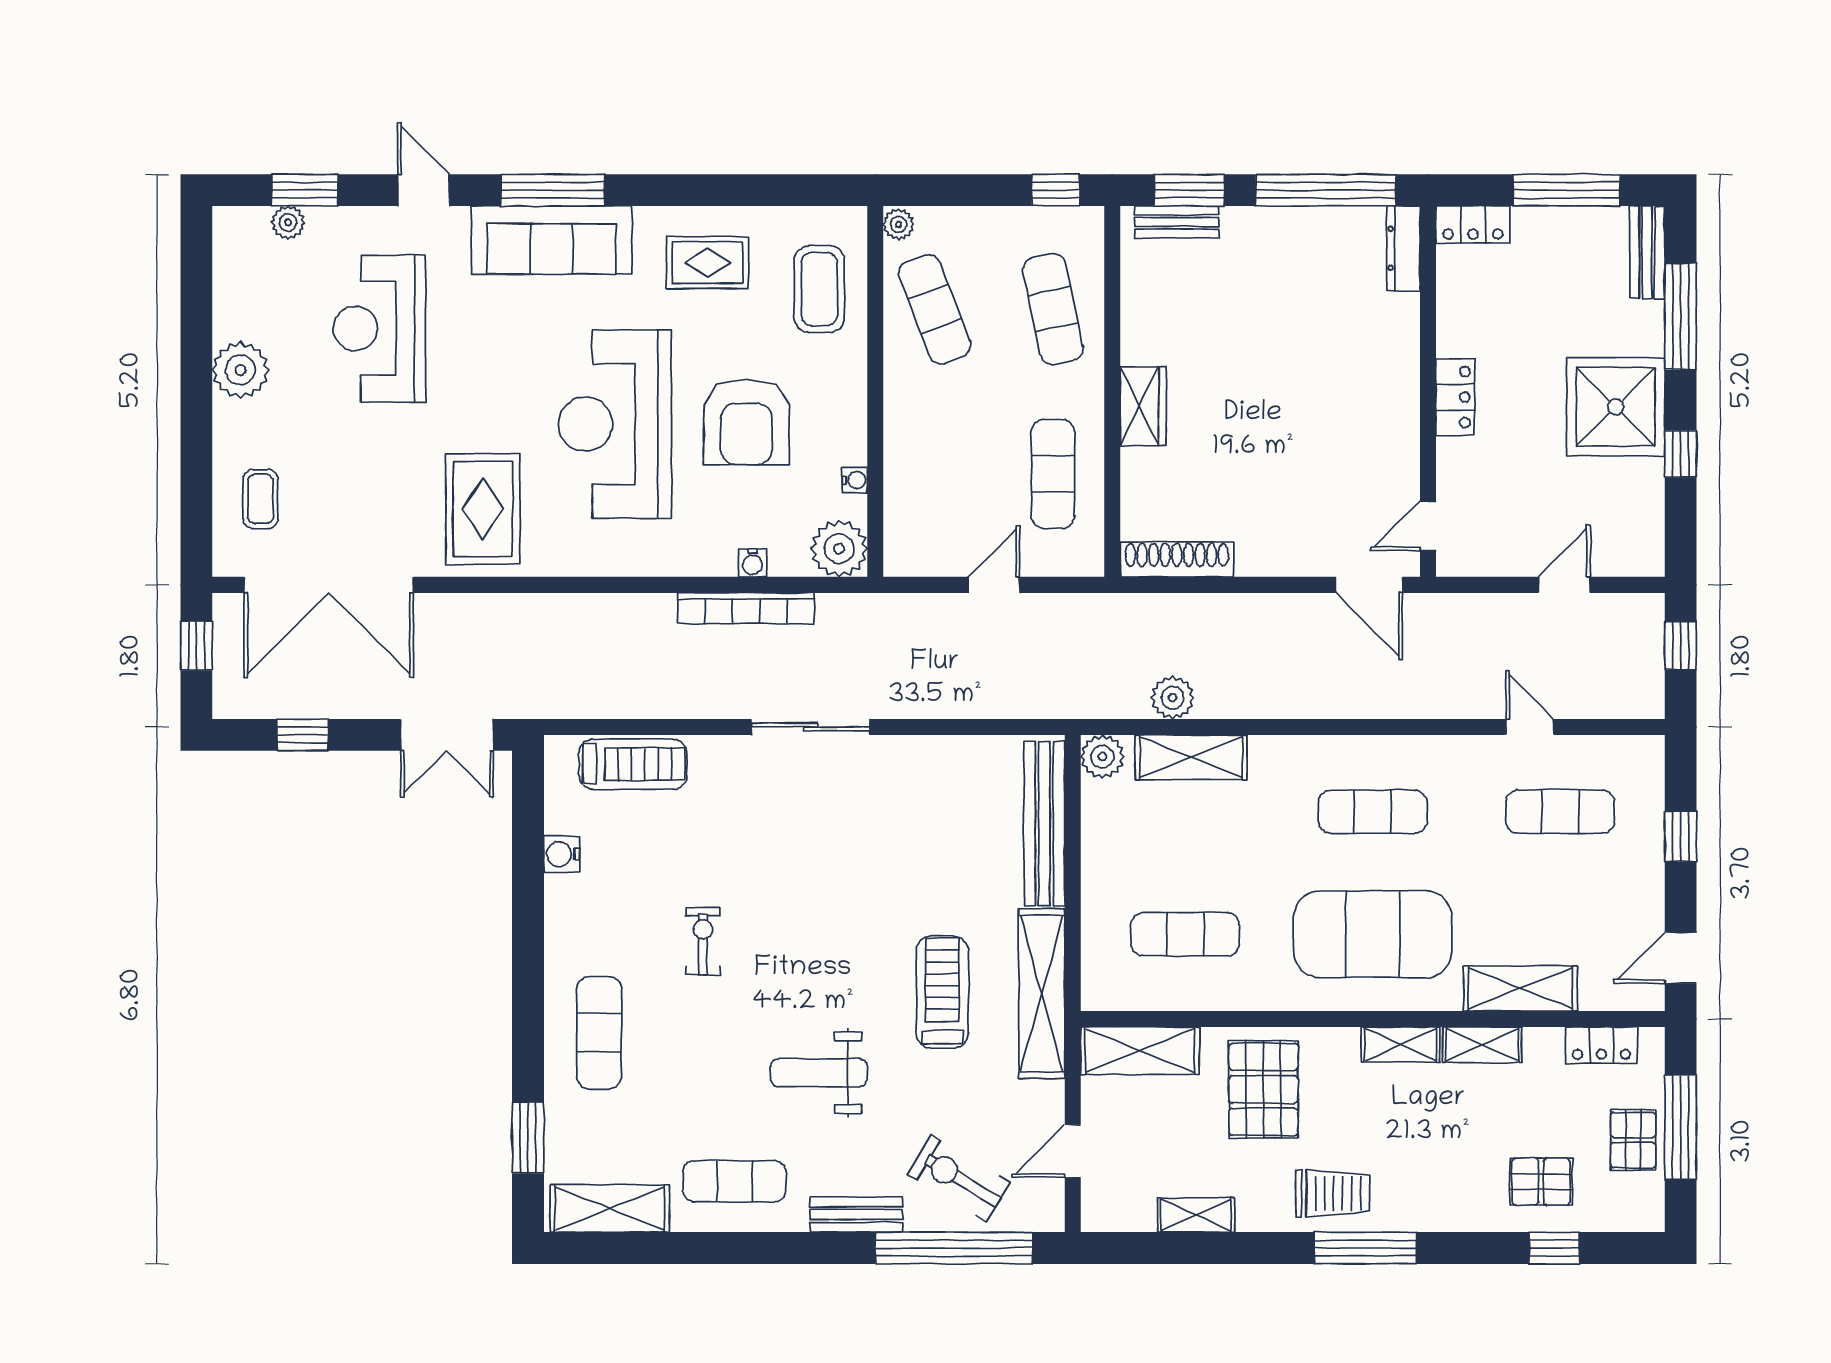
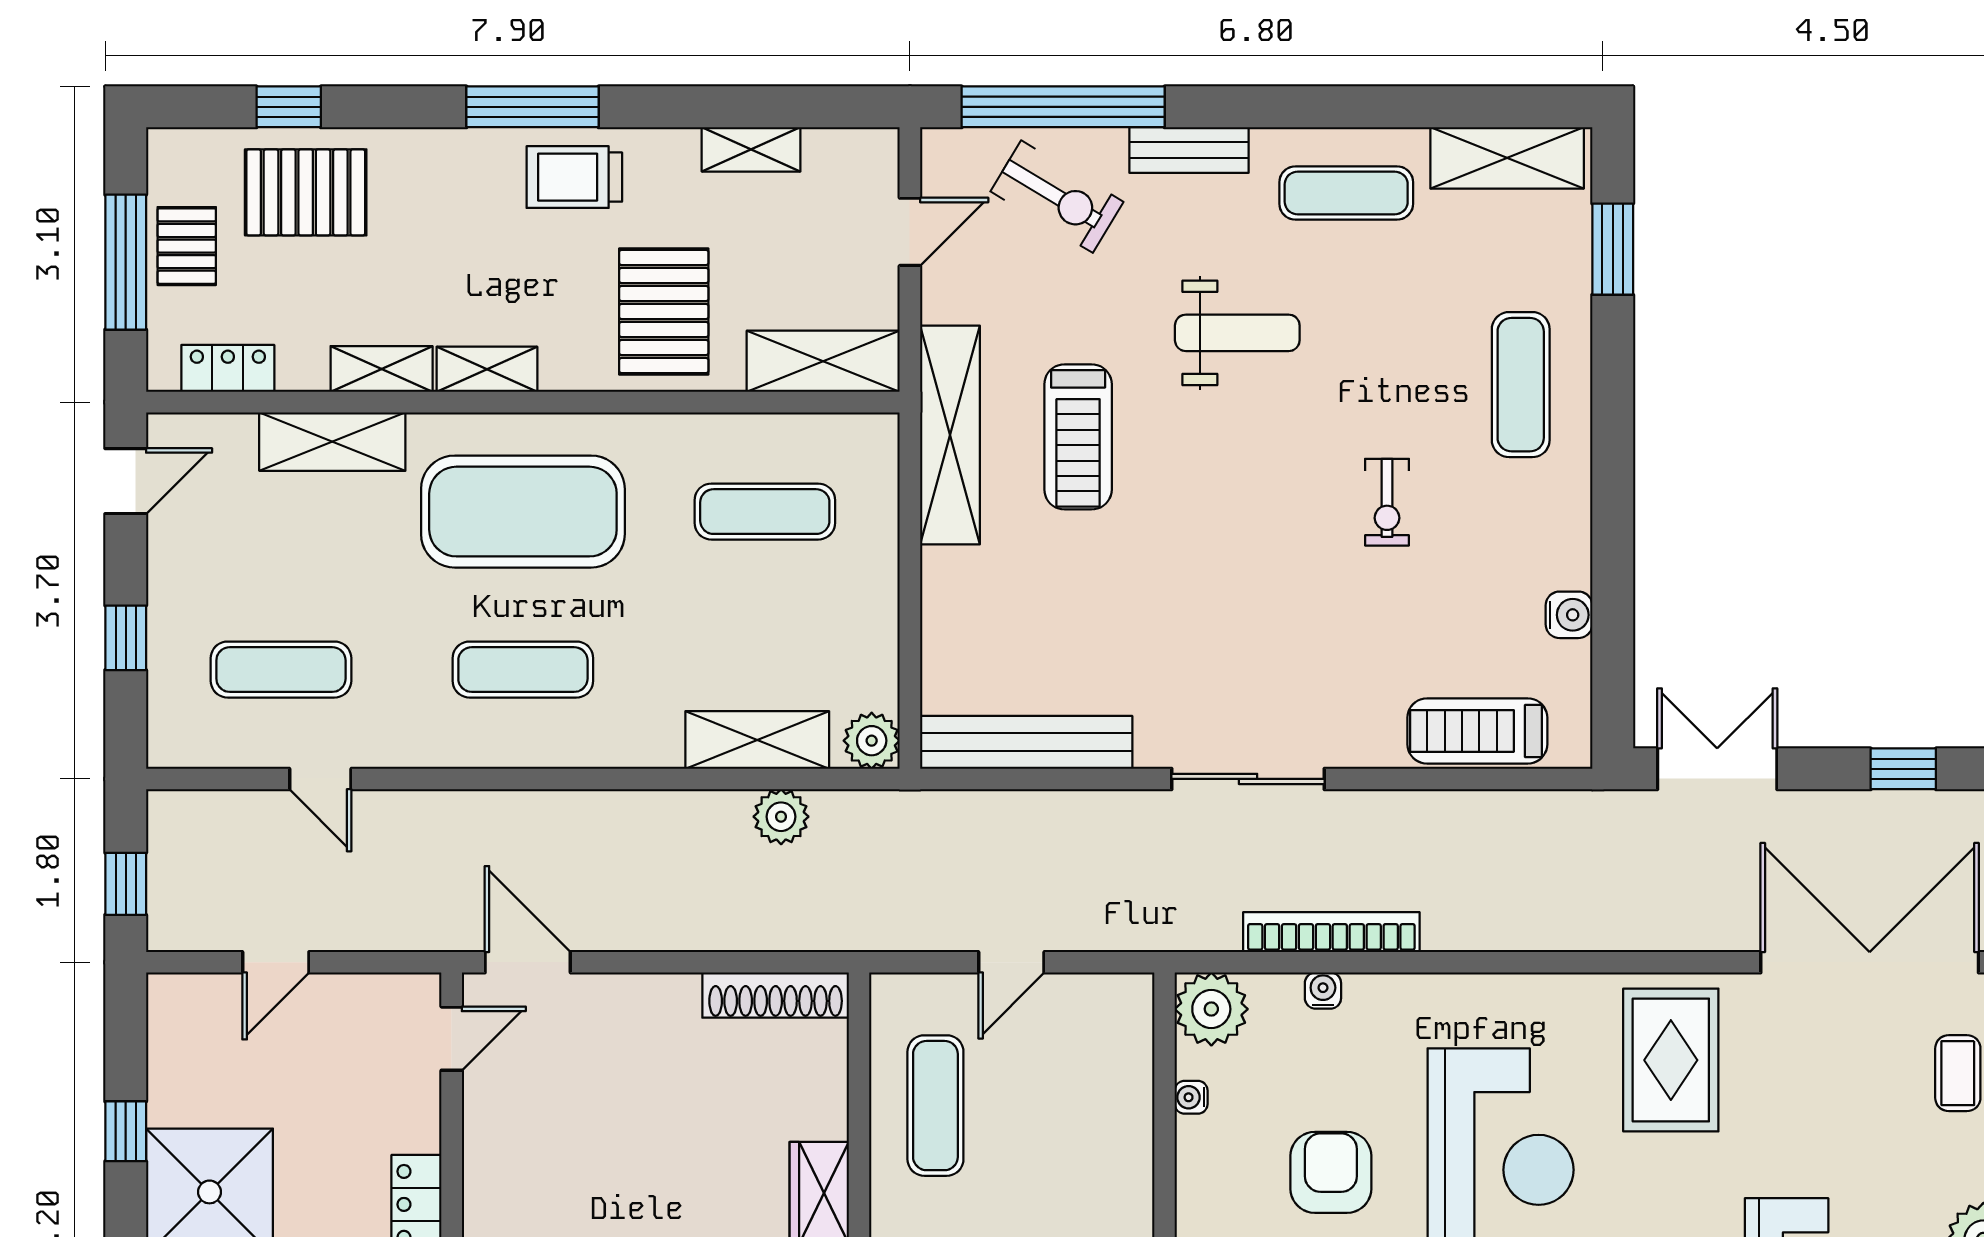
armchair: (746, 422) -> (1331, 1172), width x0.73, depth x0.73
bench: (1044, 823) -> (1026, 742), moved, turned 90
pallet: (1541, 1182) -> (306, 192), width x1.50, depth x1.42

